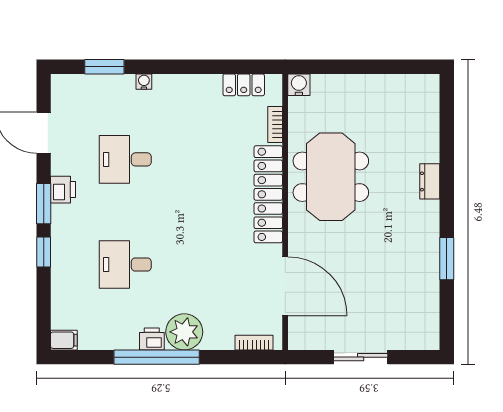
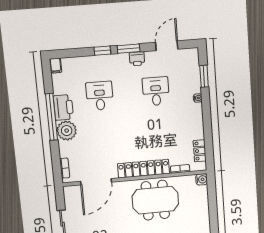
printer: (152, 339) -> (63, 107), width x1.87, depth x1.48

